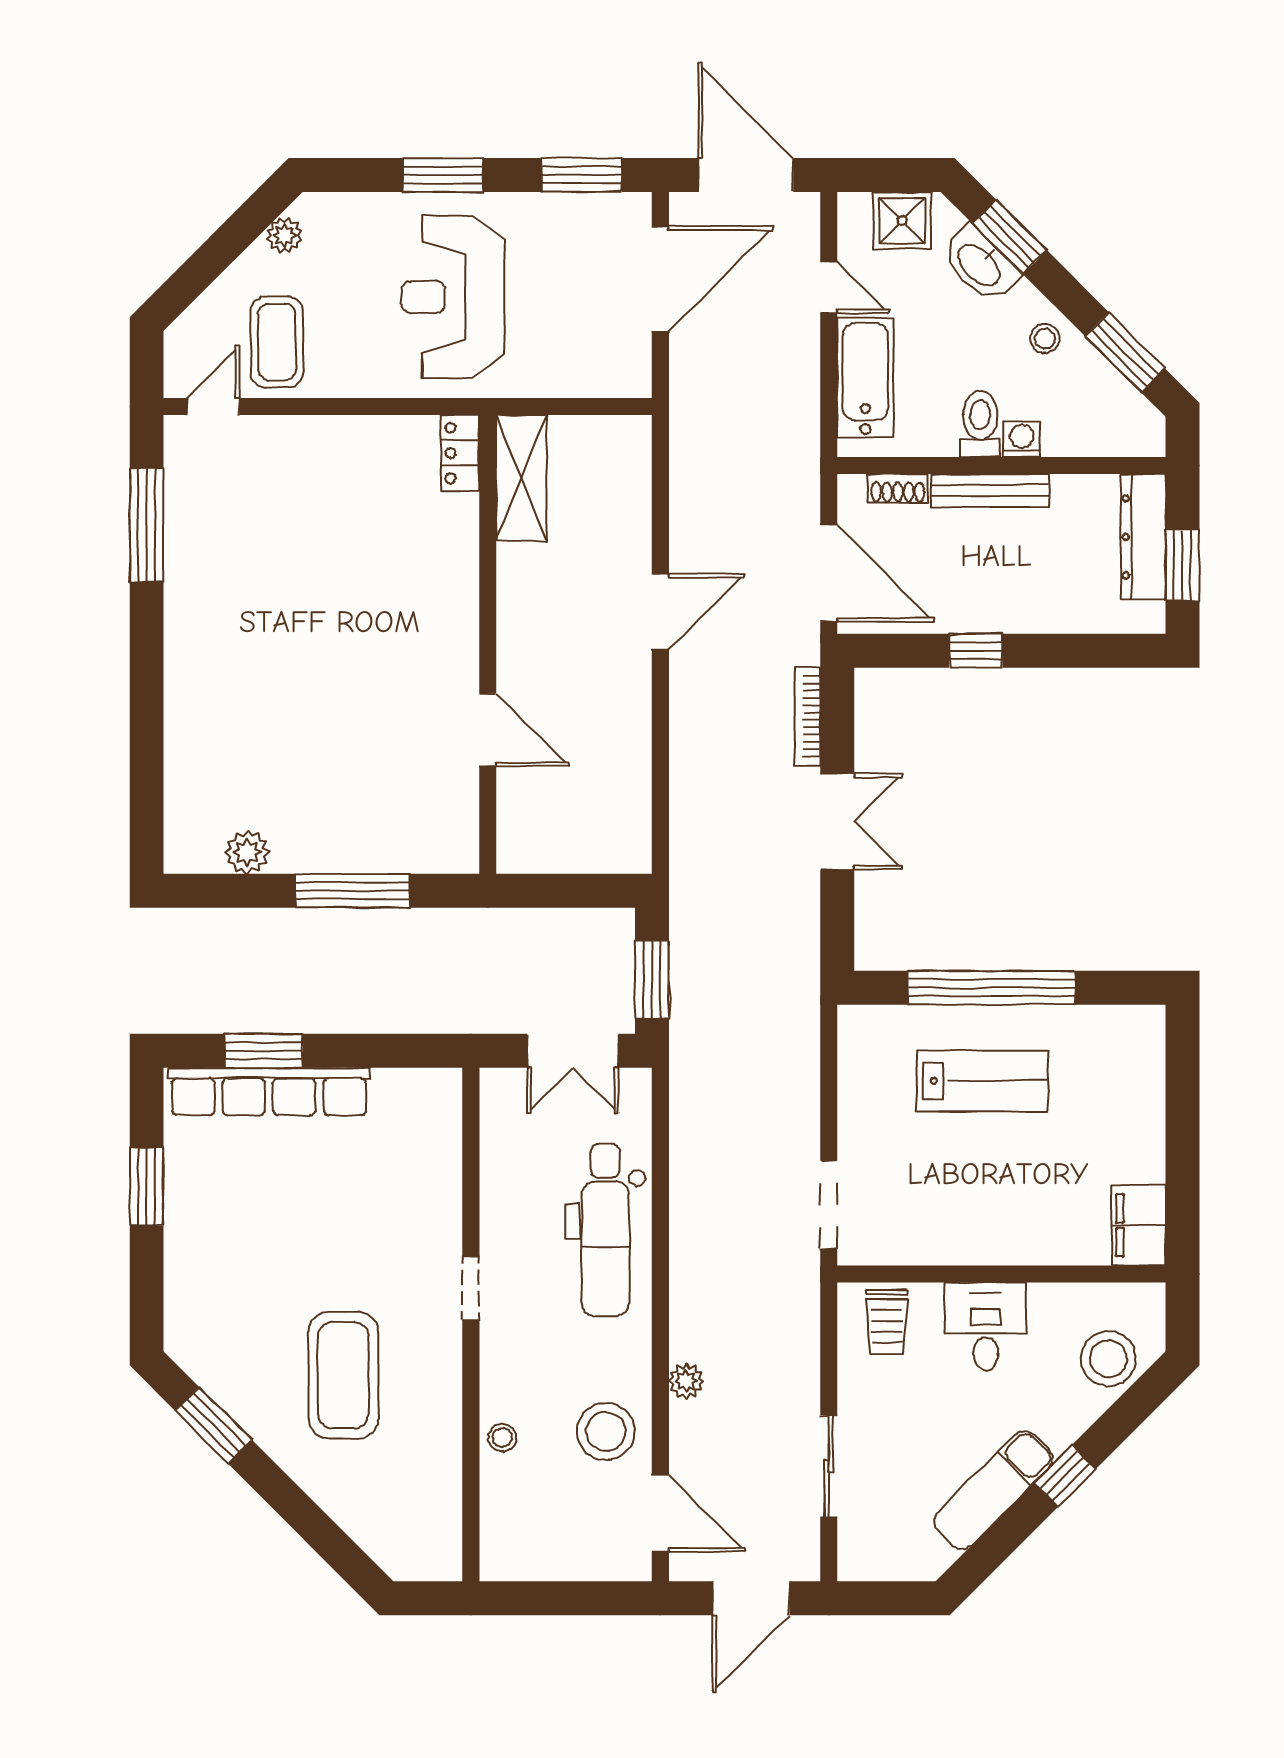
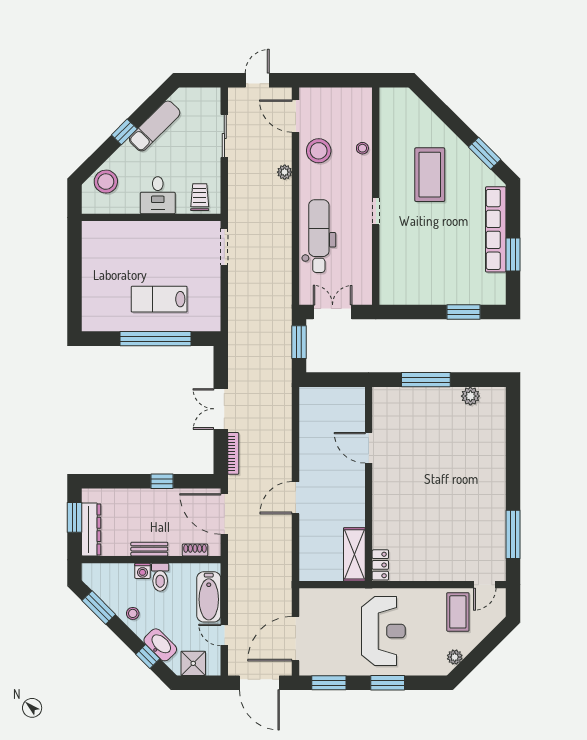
window: (1010, 237) -> (148, 656), width x0.67
bench: (990, 491) -> (149, 549), width x0.73
row of seats: (269, 1092) -> (496, 229), moved, turned -90
filing cabinet: (1139, 1225) -> (93, 238), removed
door: (751, 1598) -> (257, 80), width x0.73

